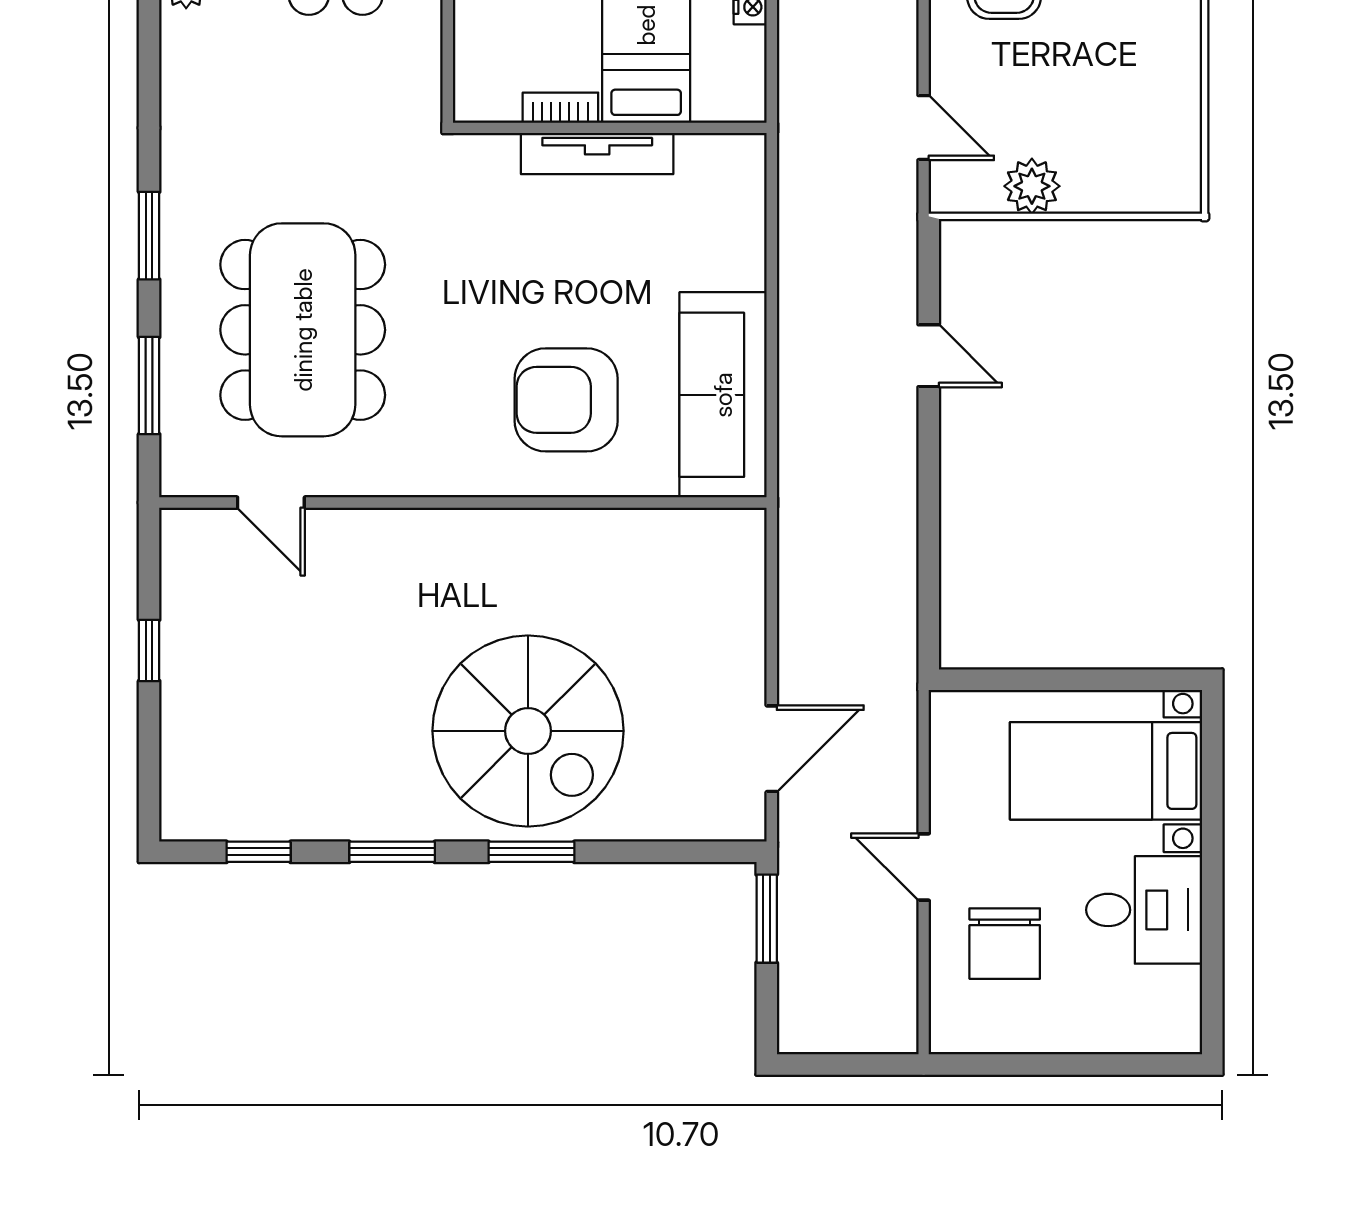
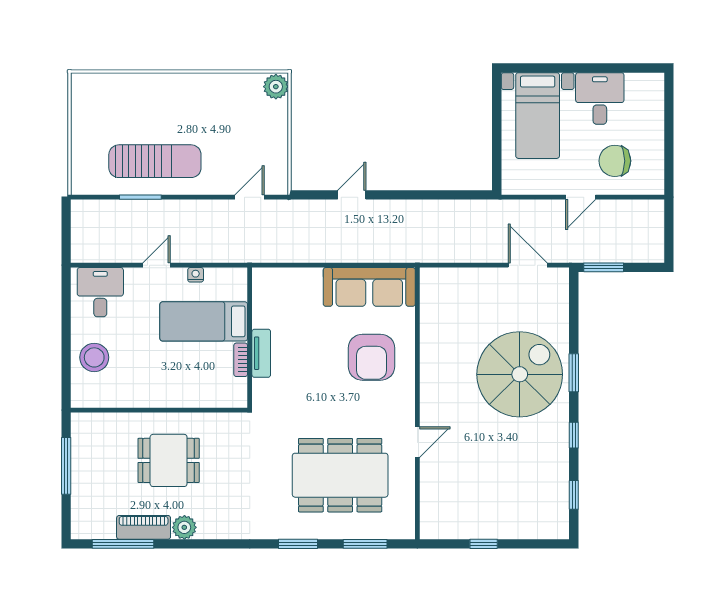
tv unit: (597, 154) -> (261, 353), width x0.71
plant: (1032, 186) -> (276, 87), moved
door: (271, 502) -> (417, 442), moved
window: (392, 852) -> (574, 435), width x0.67
chair: (1005, 944) -> (615, 161), turned 180

